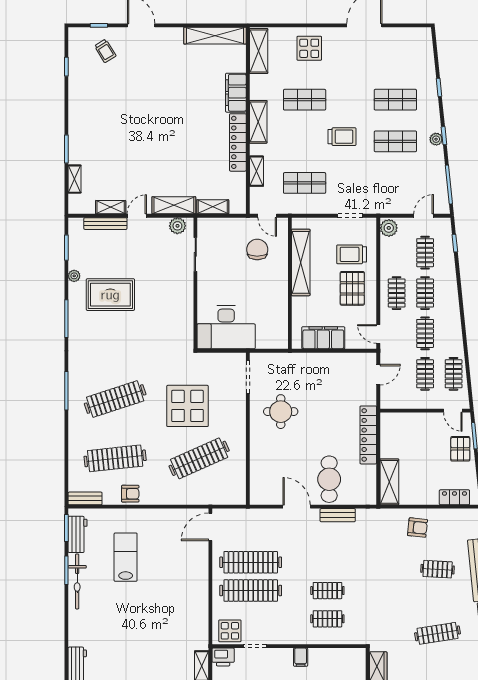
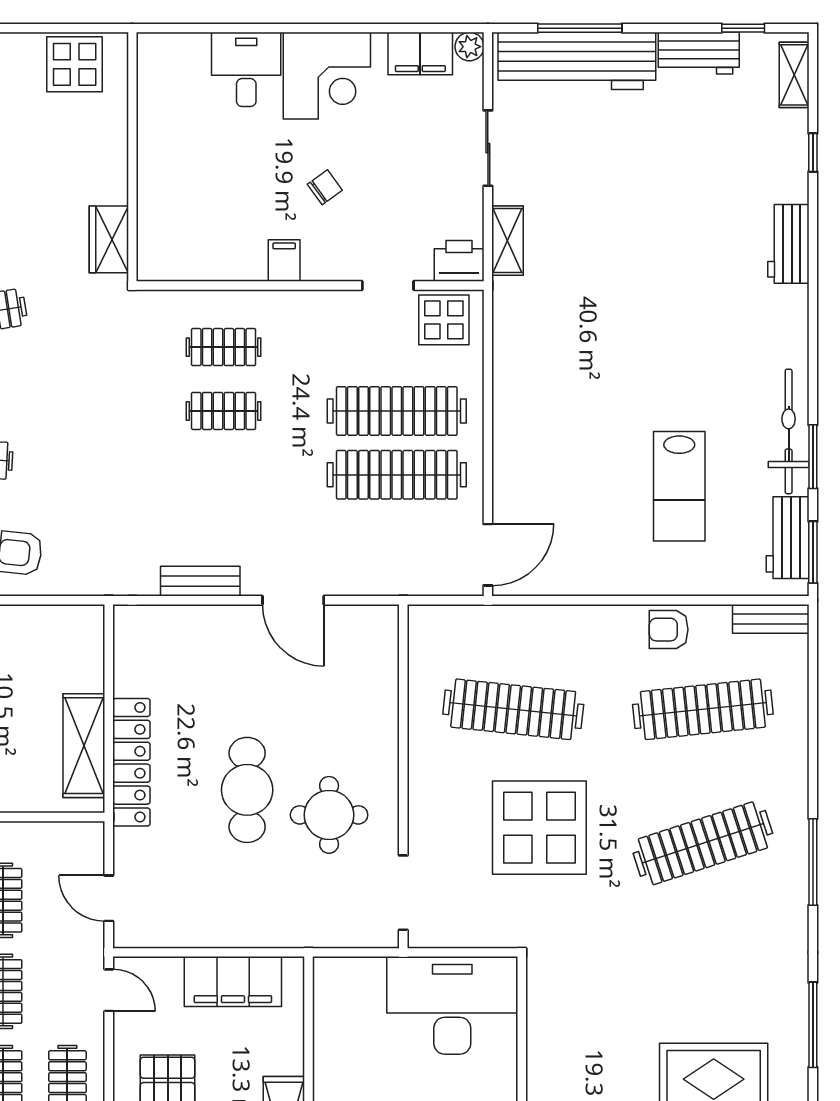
door: (378, 375) -> (109, 898), hinge flipped
clothes rail: (199, 458) -> (513, 709), turned 30
cafe table: (329, 479) -> (247, 790), moved
shelving: (389, 482) -> (84, 746), moved

